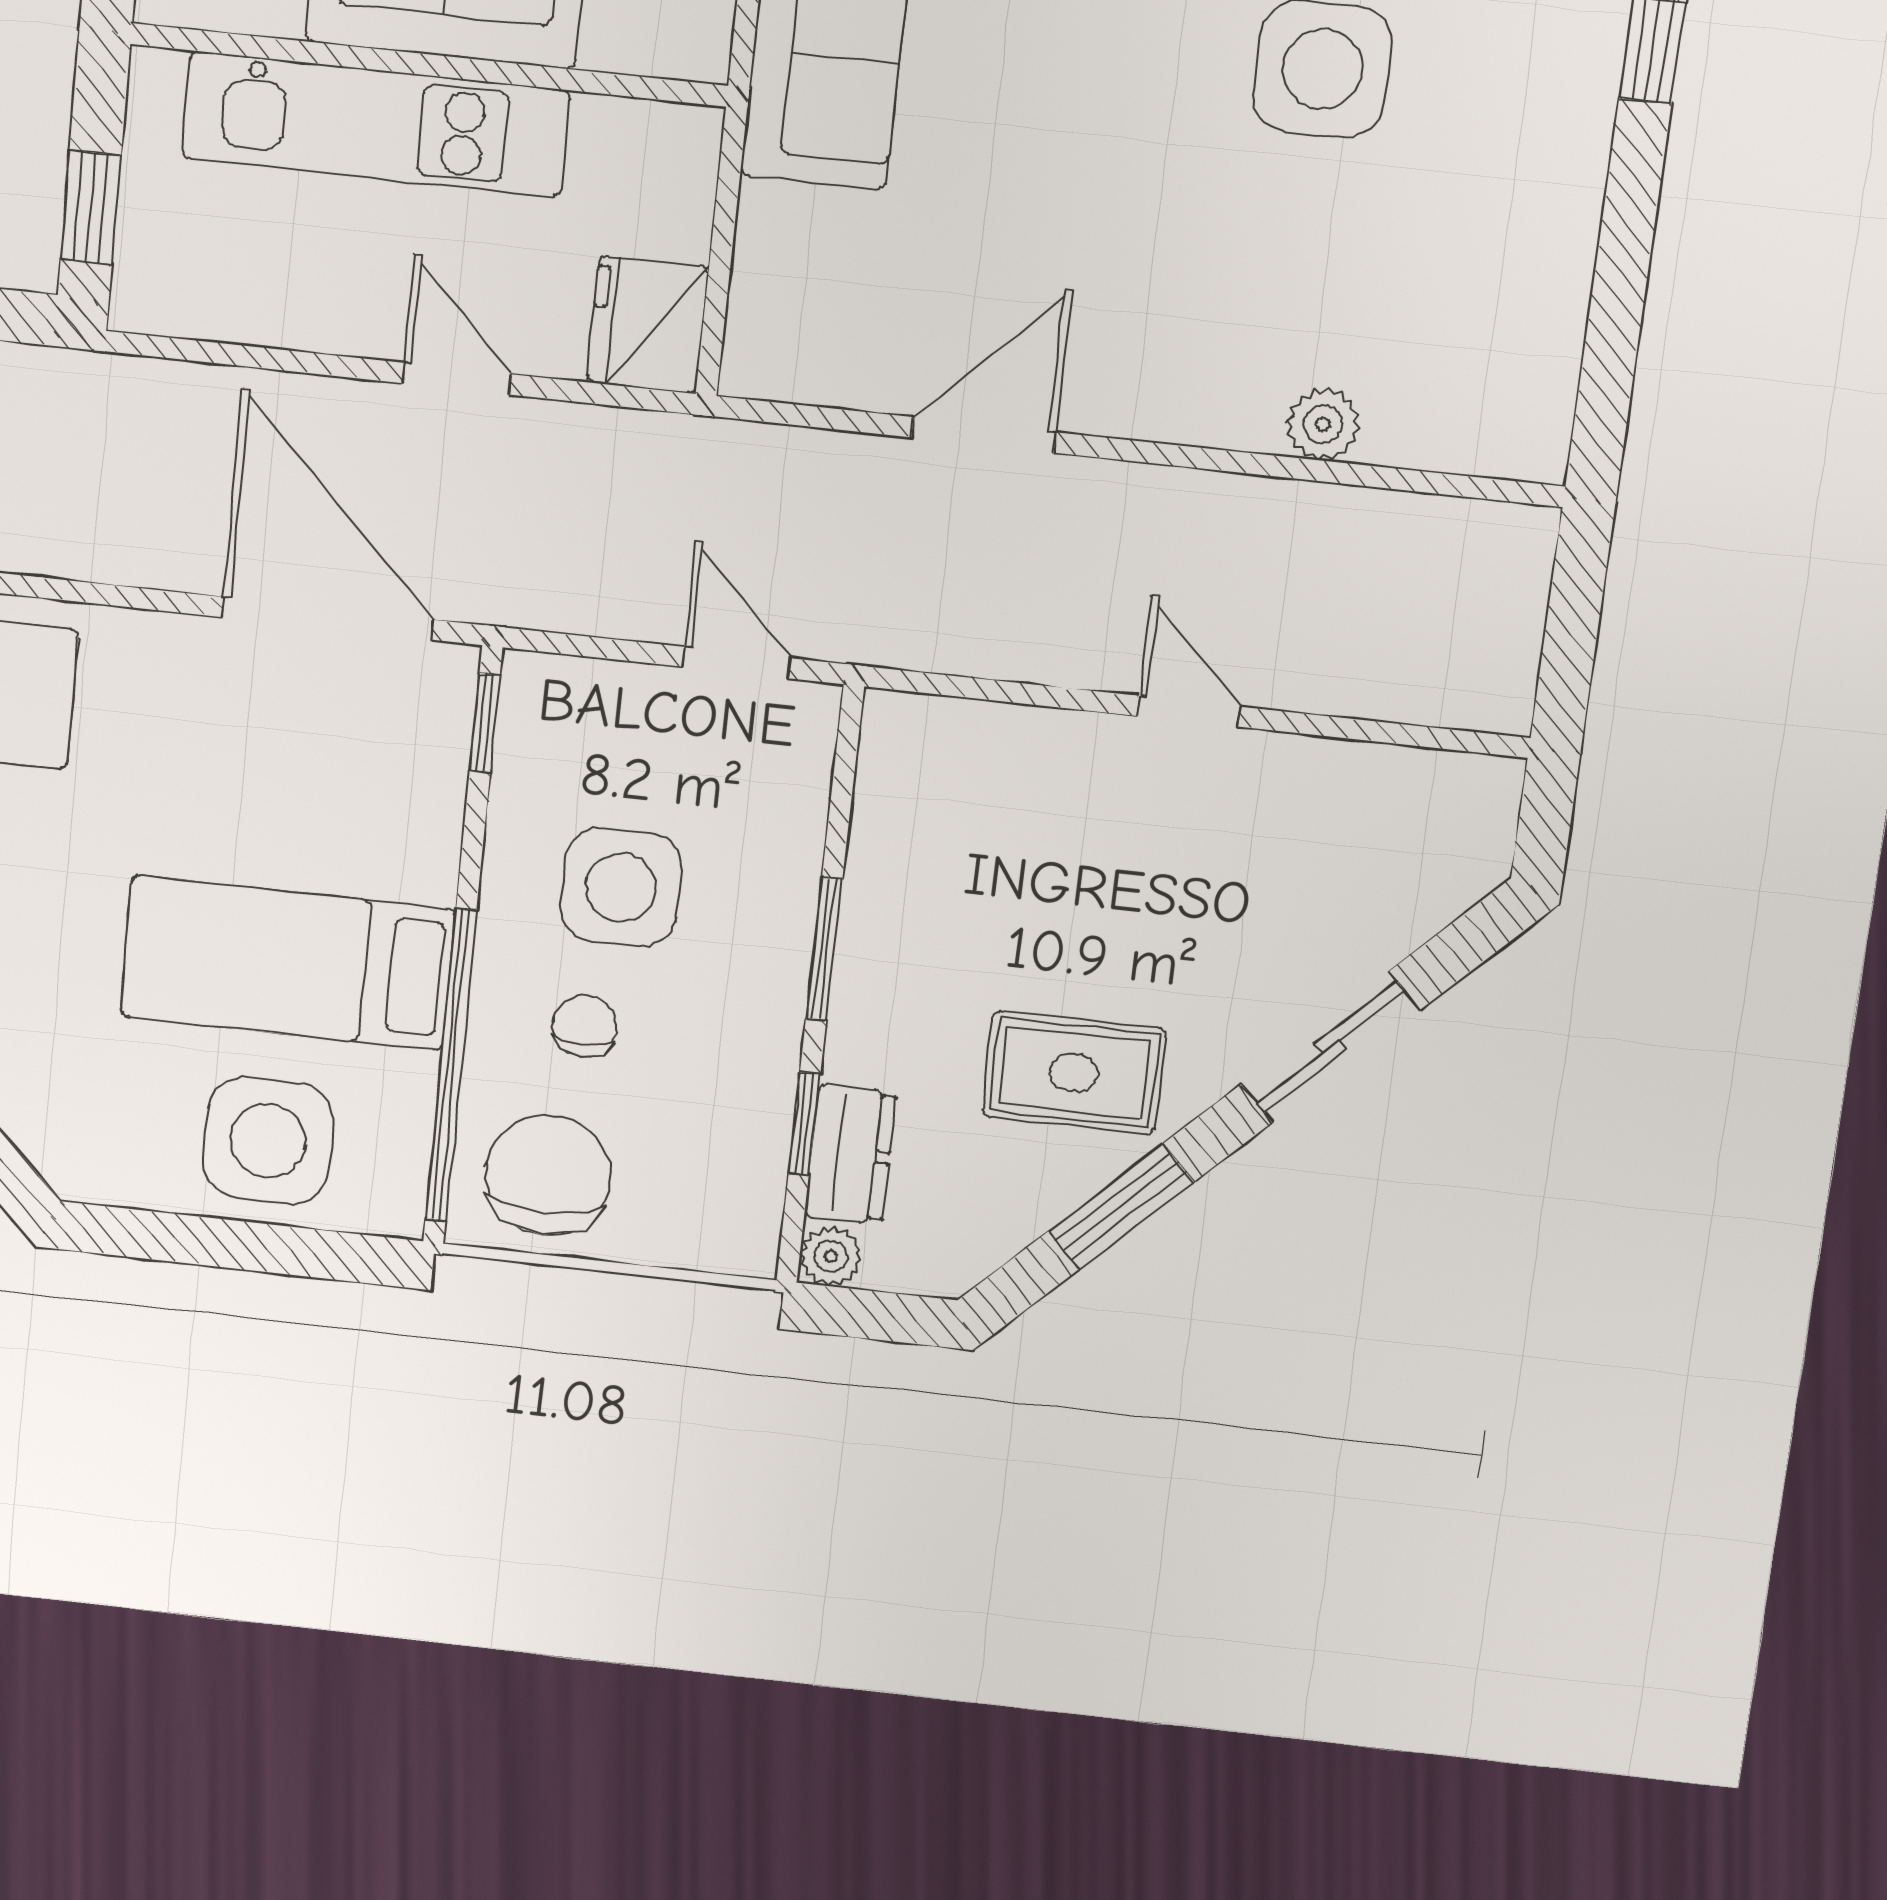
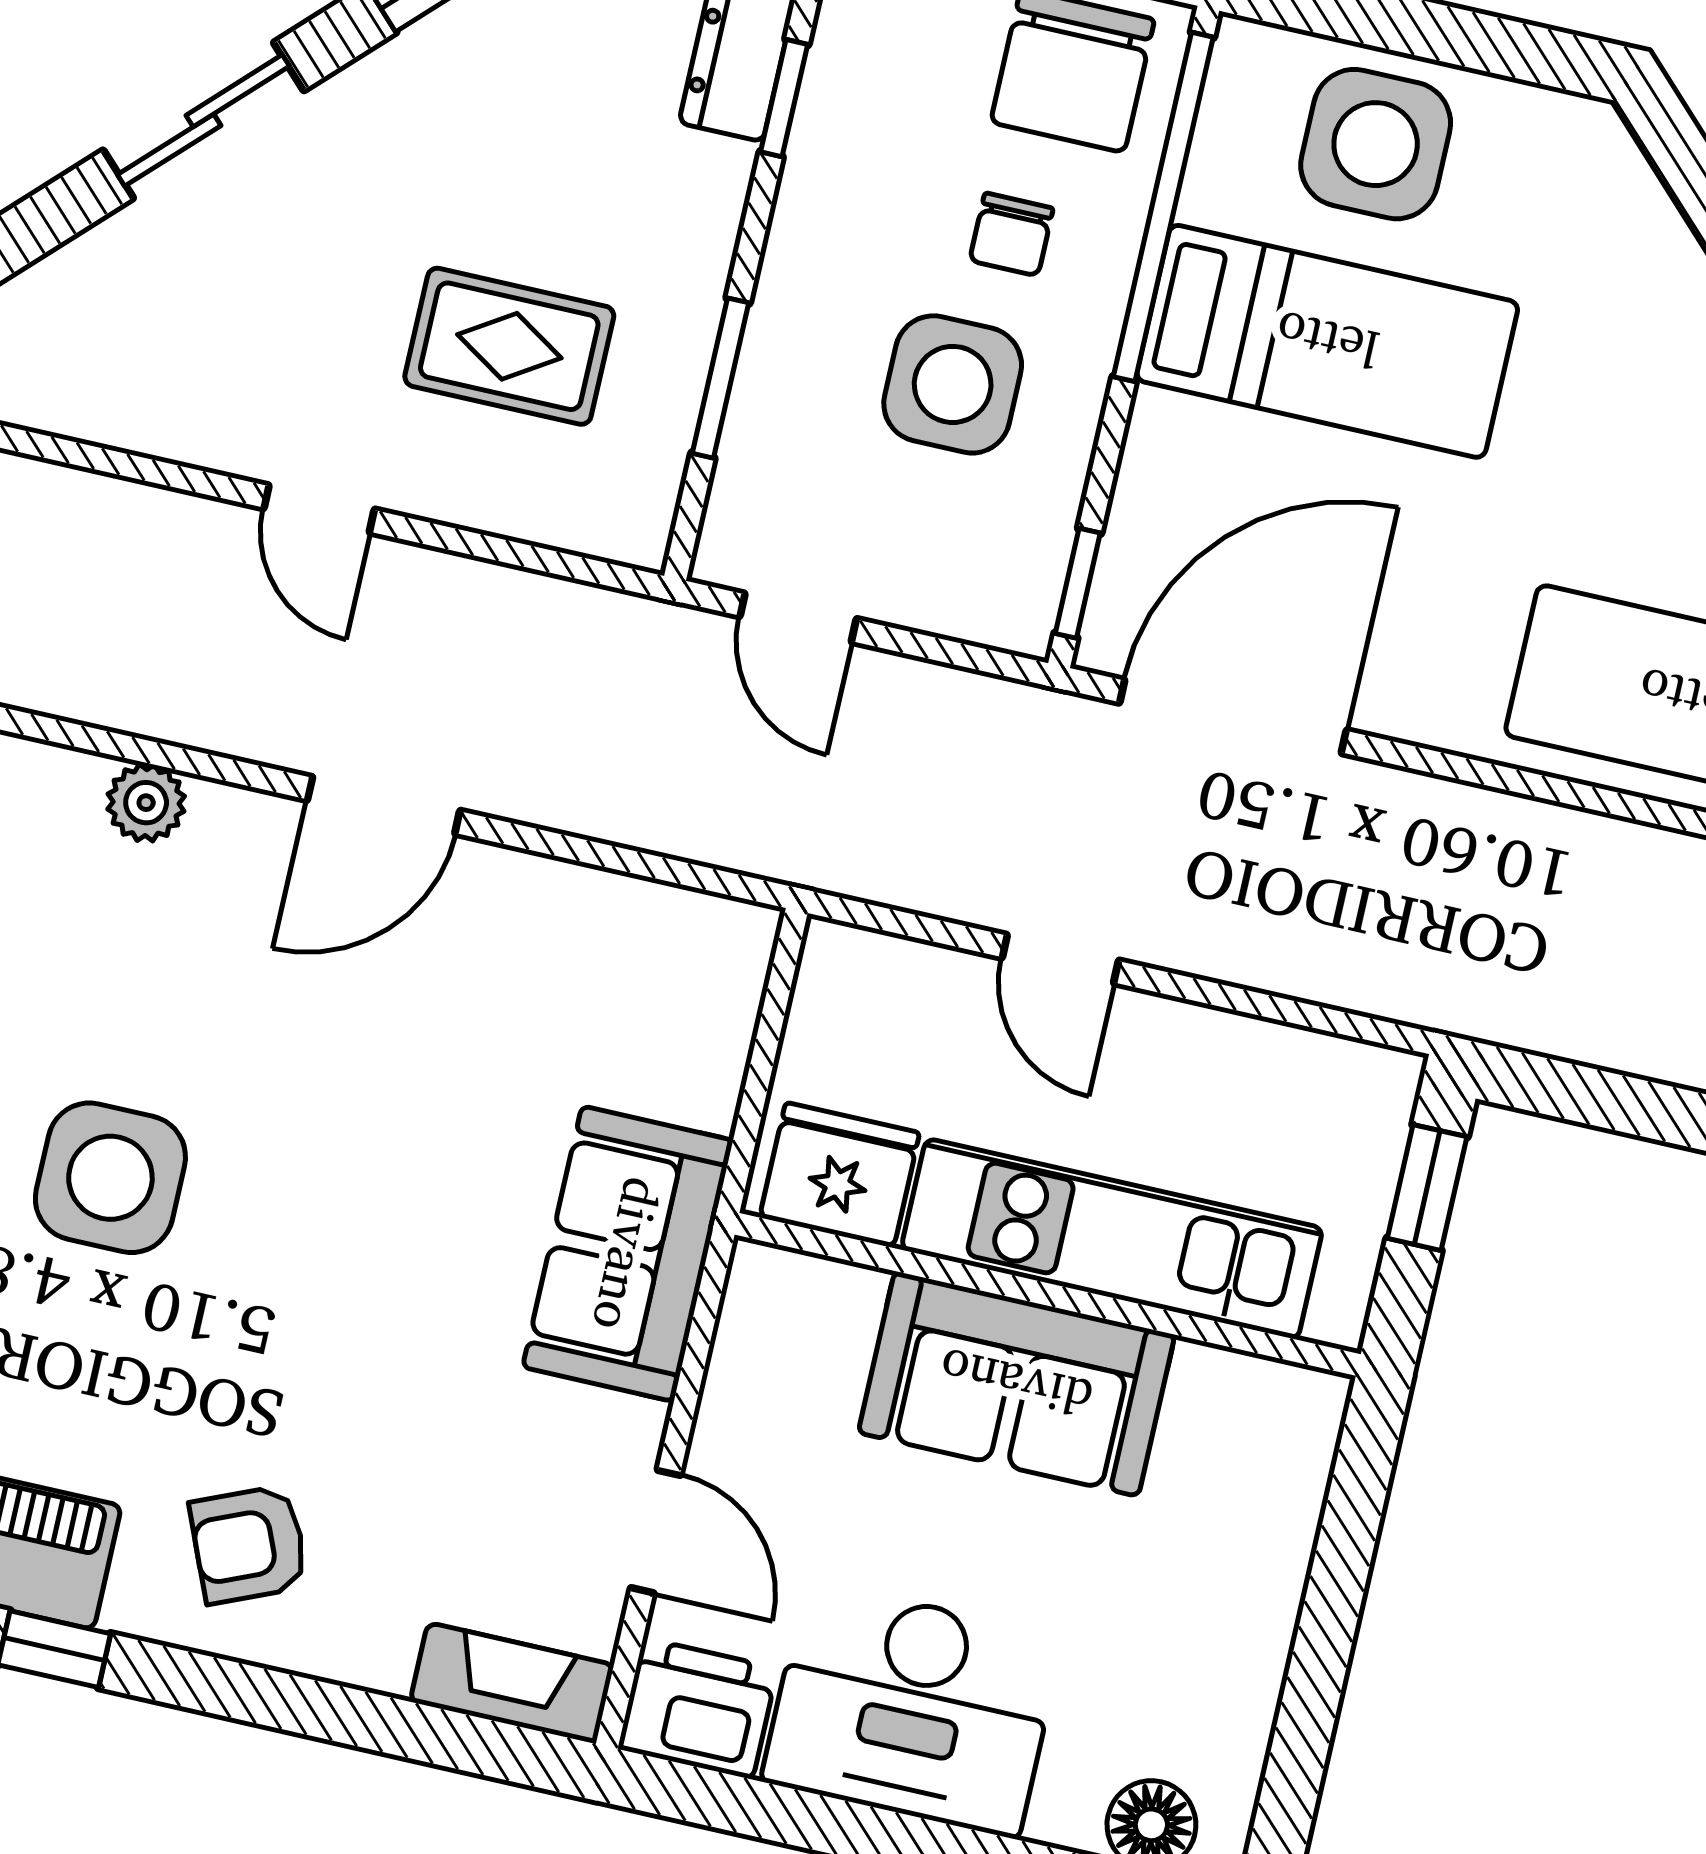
fridge: (648, 324) -> (840, 1175), moved, turned -90
door: (984, 435) -> (384, 805), moved
door: (328, 618) -> (1233, 716), swing flipped
window: (824, 949) -> (720, 378), moved
rug: (1074, 1073) -> (509, 346), moved

